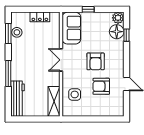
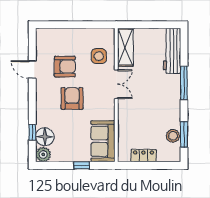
double door: (61, 60) -> (116, 84), moved

